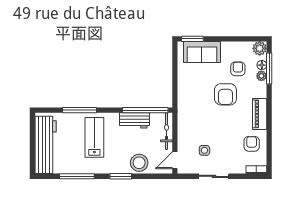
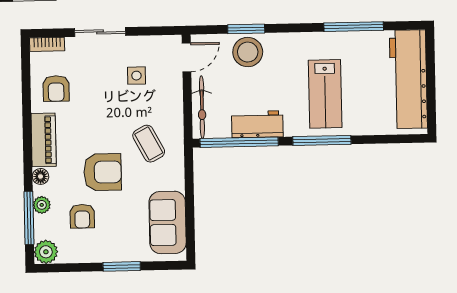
window: (192, 39) -> (122, 266), moved
sofa: (202, 52) -> (168, 222), moved, turned -90
floor lamp: (262, 65) -> (41, 176), moved
armchair: (225, 94) -> (103, 172), turned 90
window: (80, 110) -> (322, 140), moved
coffee table: (198, 110) -> (149, 144), added
window: (121, 176) -> (246, 29), moved
sliding door: (214, 176) -> (100, 32), moved

